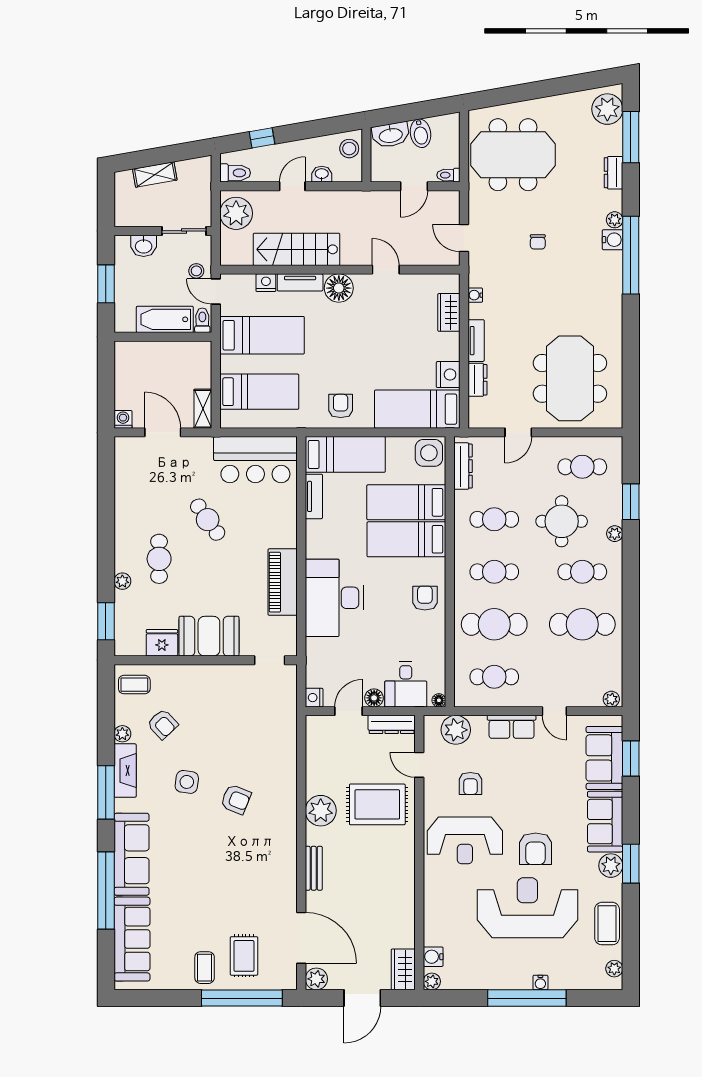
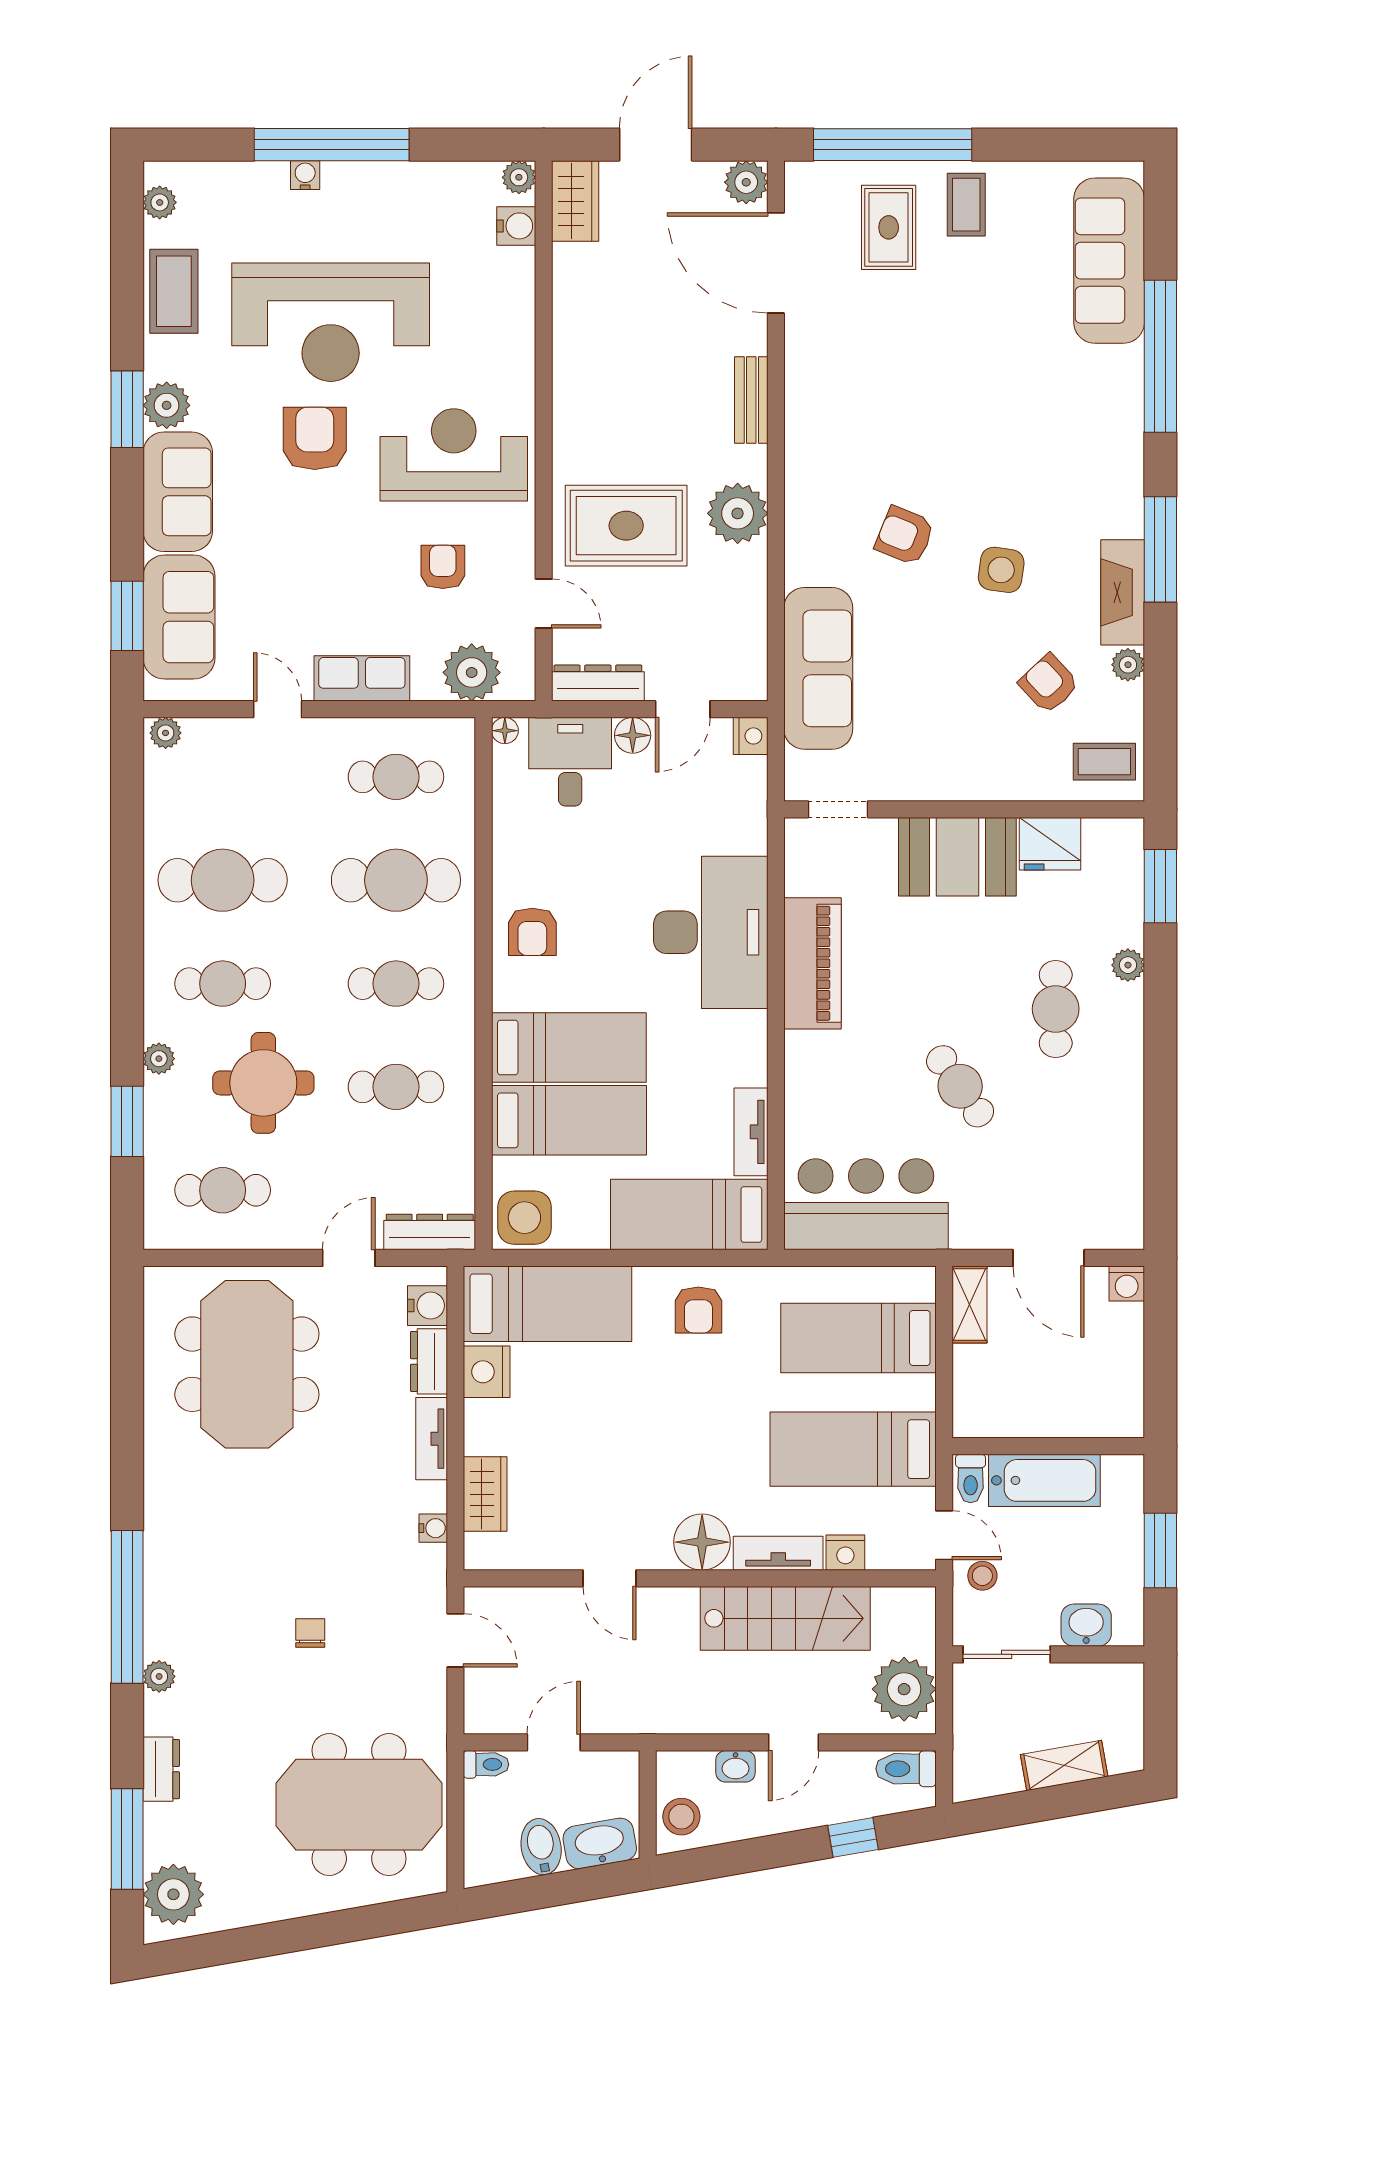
water cooler: (613, 240) -> (427, 1306), moved, turned 180
dresser: (463, 466) -> (430, 1232), moved, turned 90
sofa: (132, 854) -> (818, 668), moved, turned 180

